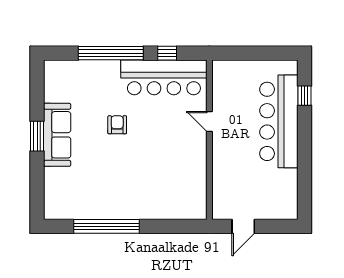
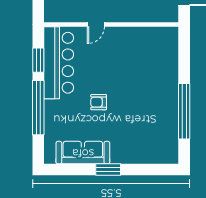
window: (167, 53) -> (38, 60), width x1.50
sofa: (57, 135) -> (83, 153), moved

